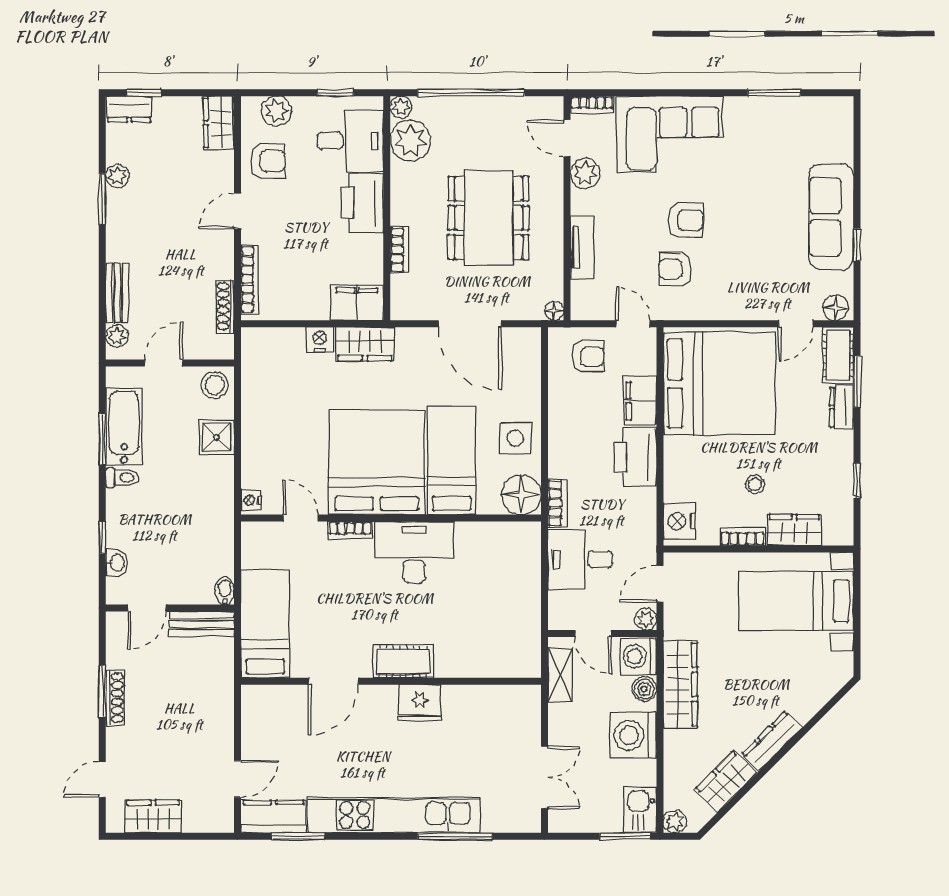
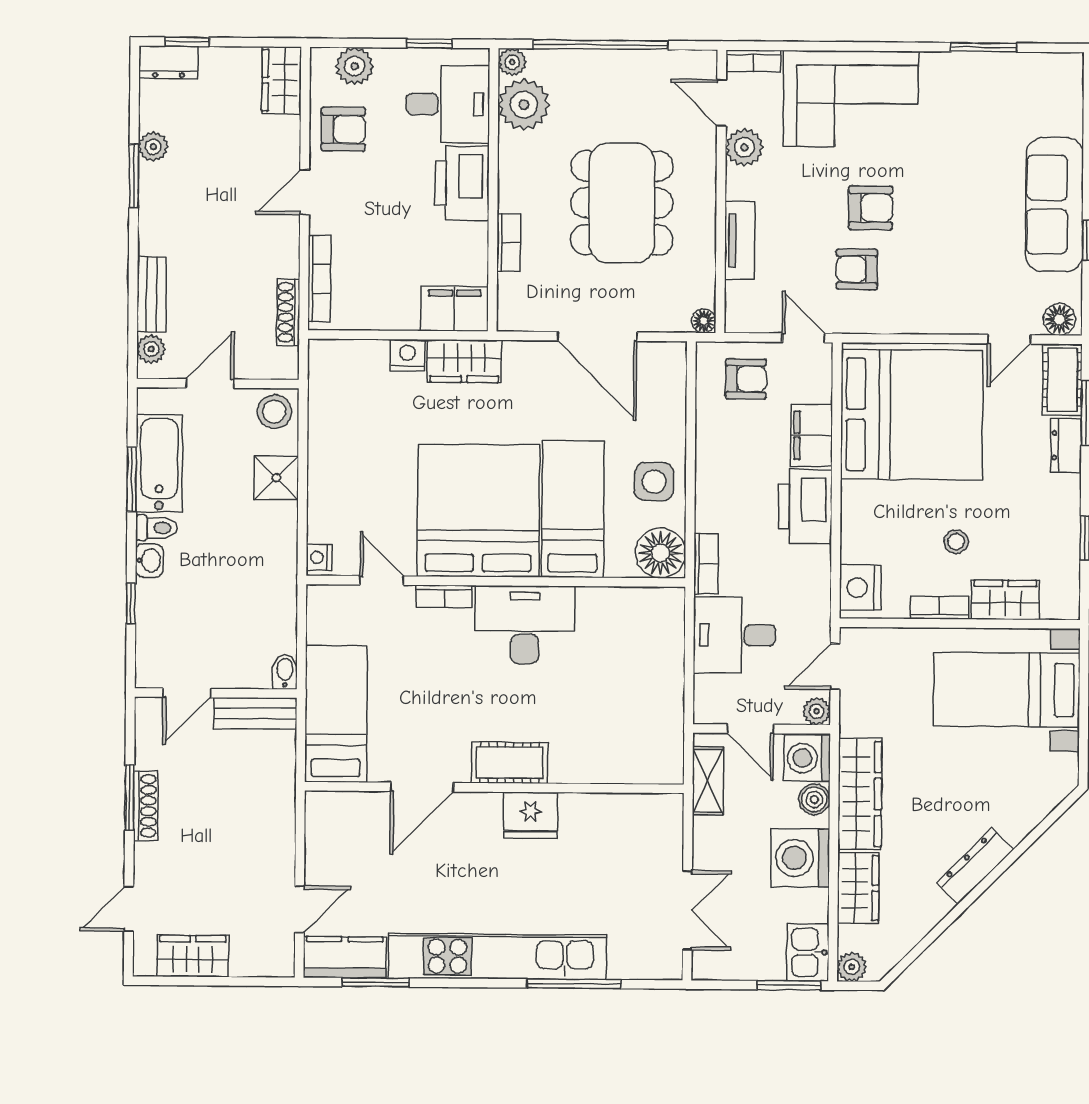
washbasin: (116, 563) -> (149, 560), moved
wardrobe: (726, 781) -> (858, 888), moved, turned 135

